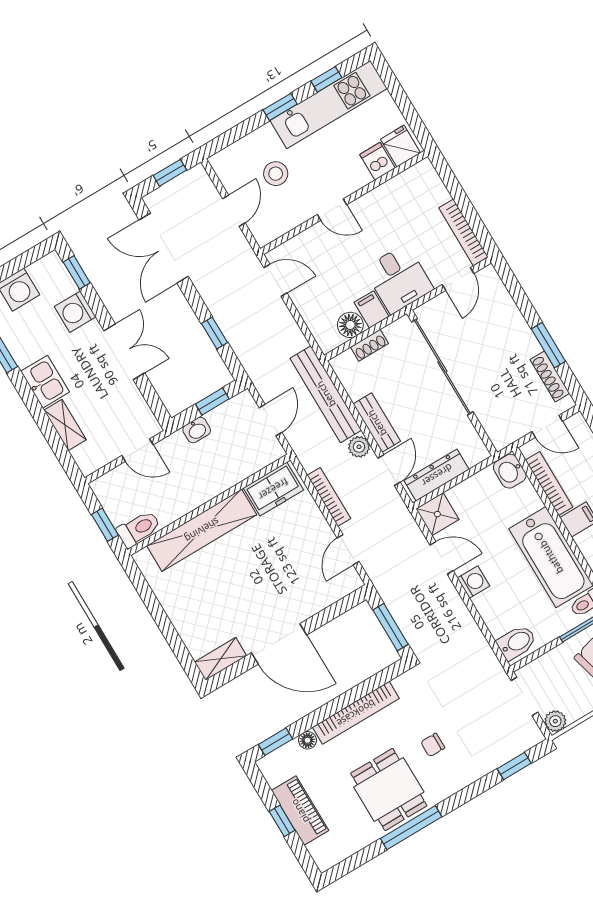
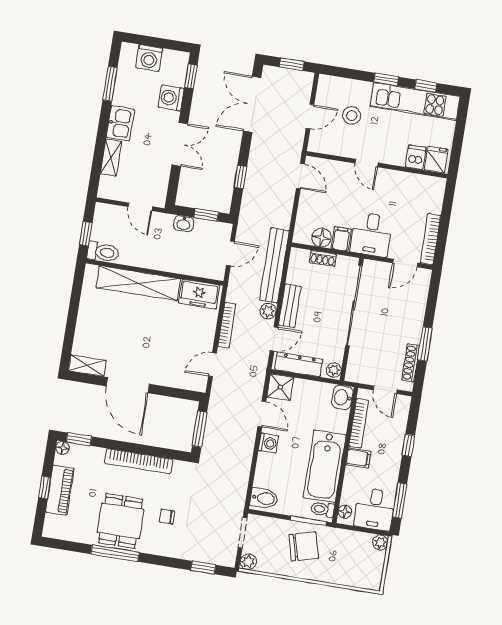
plant: (477, 450) -> (334, 370), added
floor lamp: (307, 740) -> (63, 448), moved

